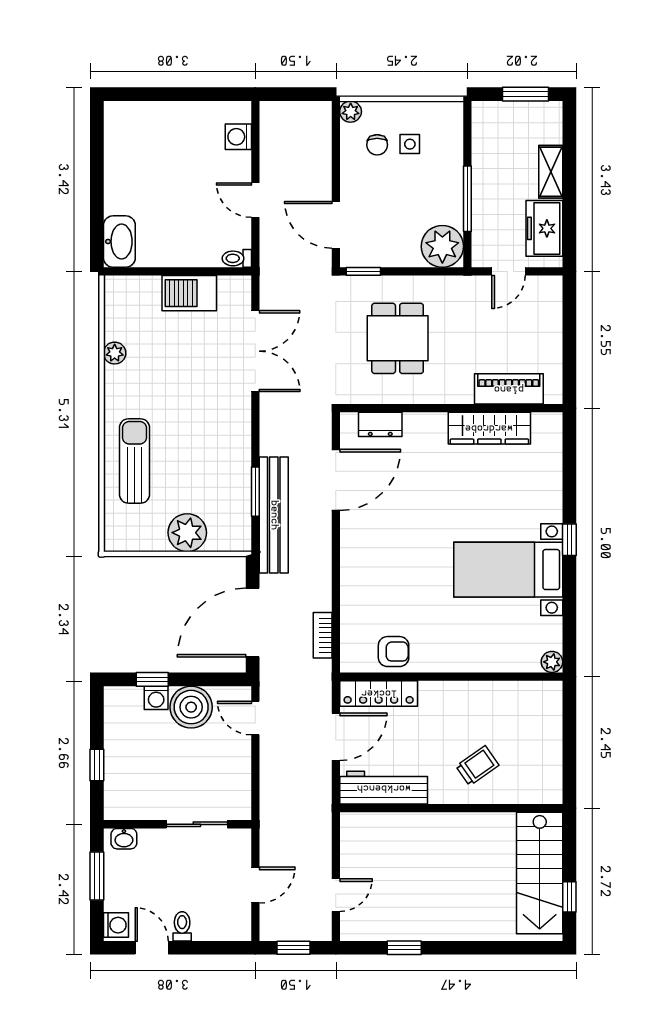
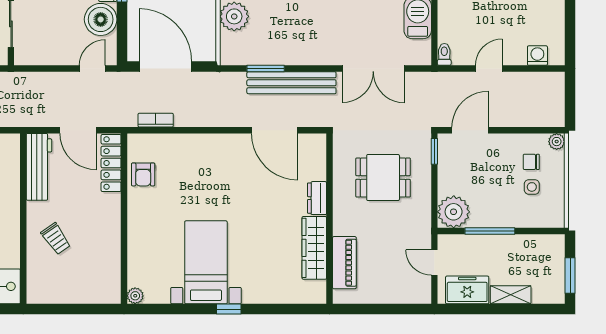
dresser: (380, 424) -> (317, 198), moved
bench: (274, 515) -> (291, 83), moved

